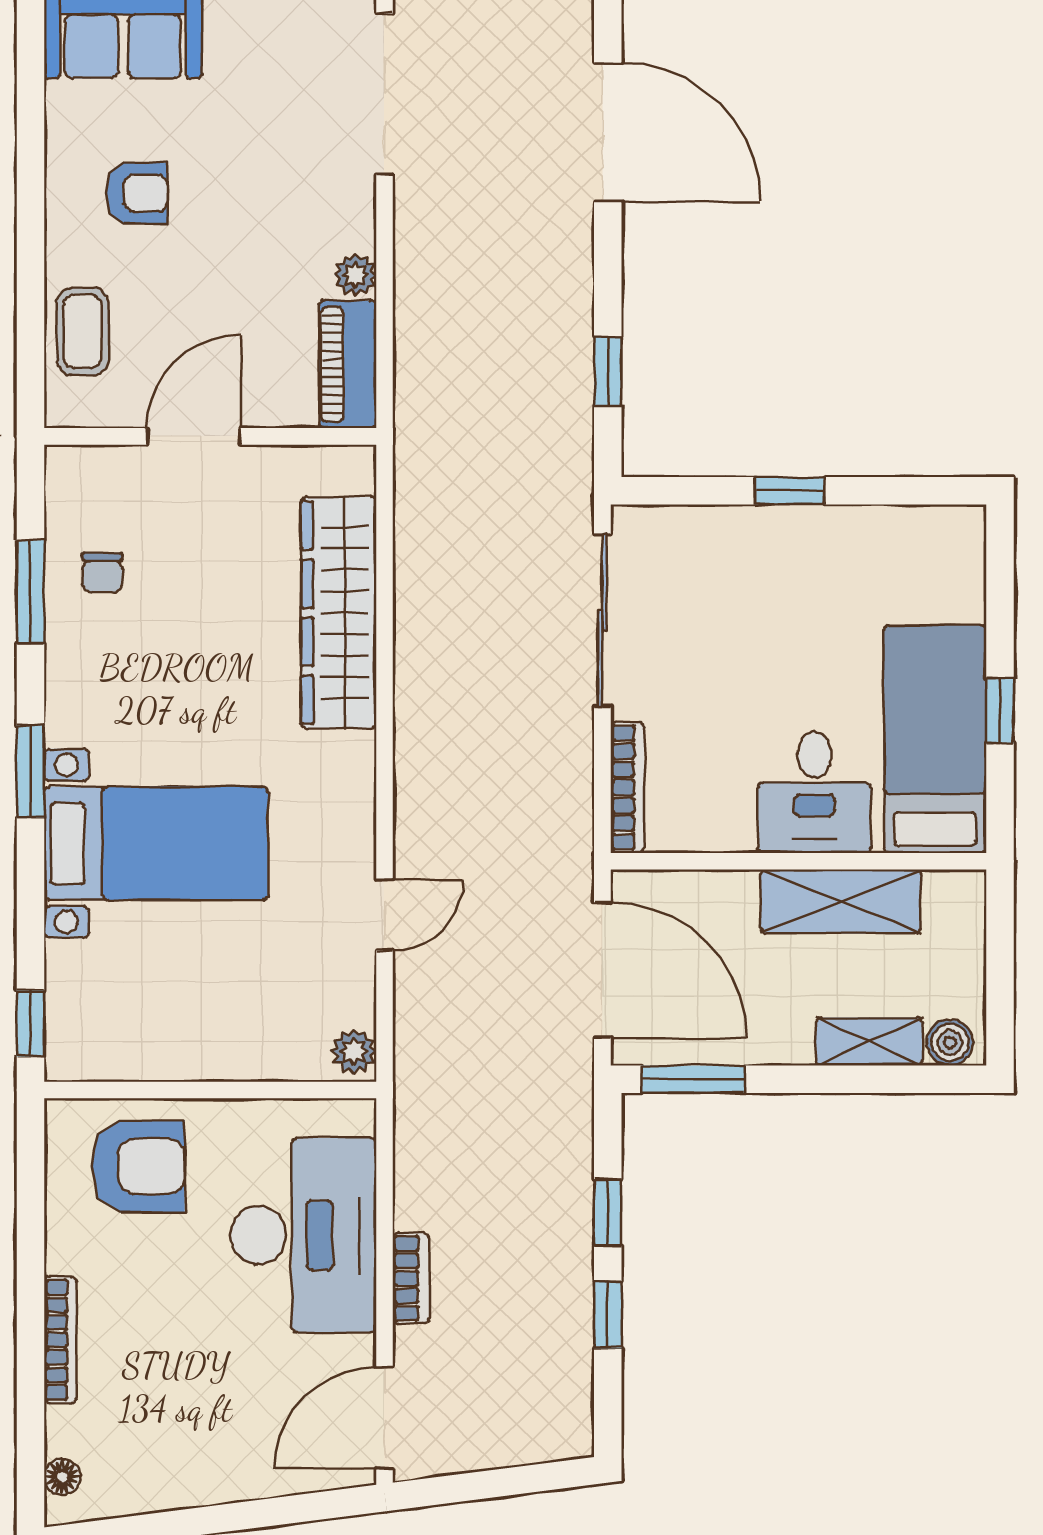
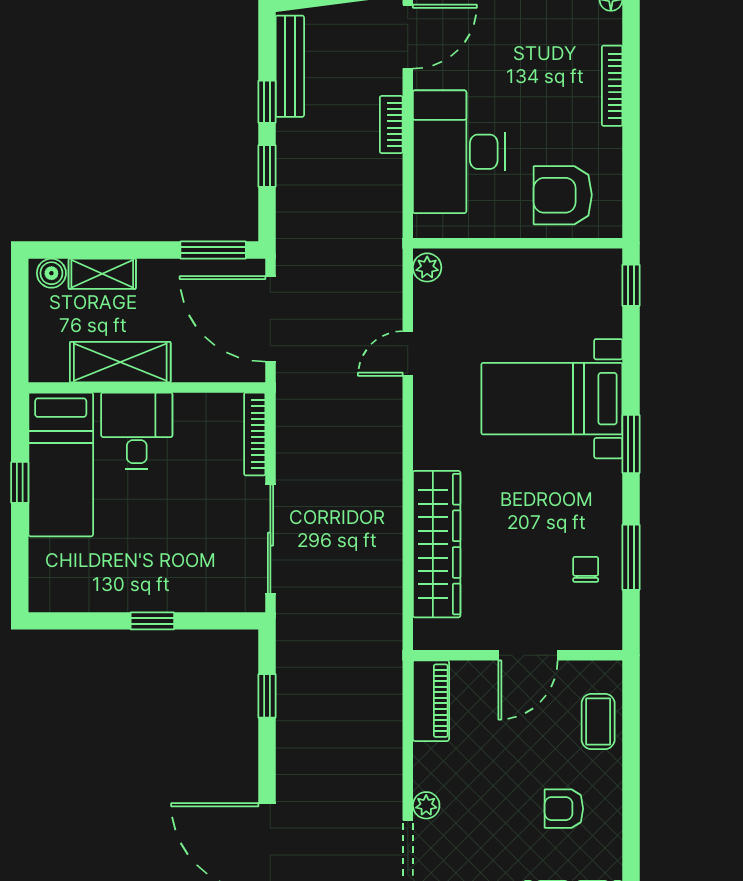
plant: (355, 275) -> (426, 805), moved
bench: (572, 1371) -> (290, 66), added

